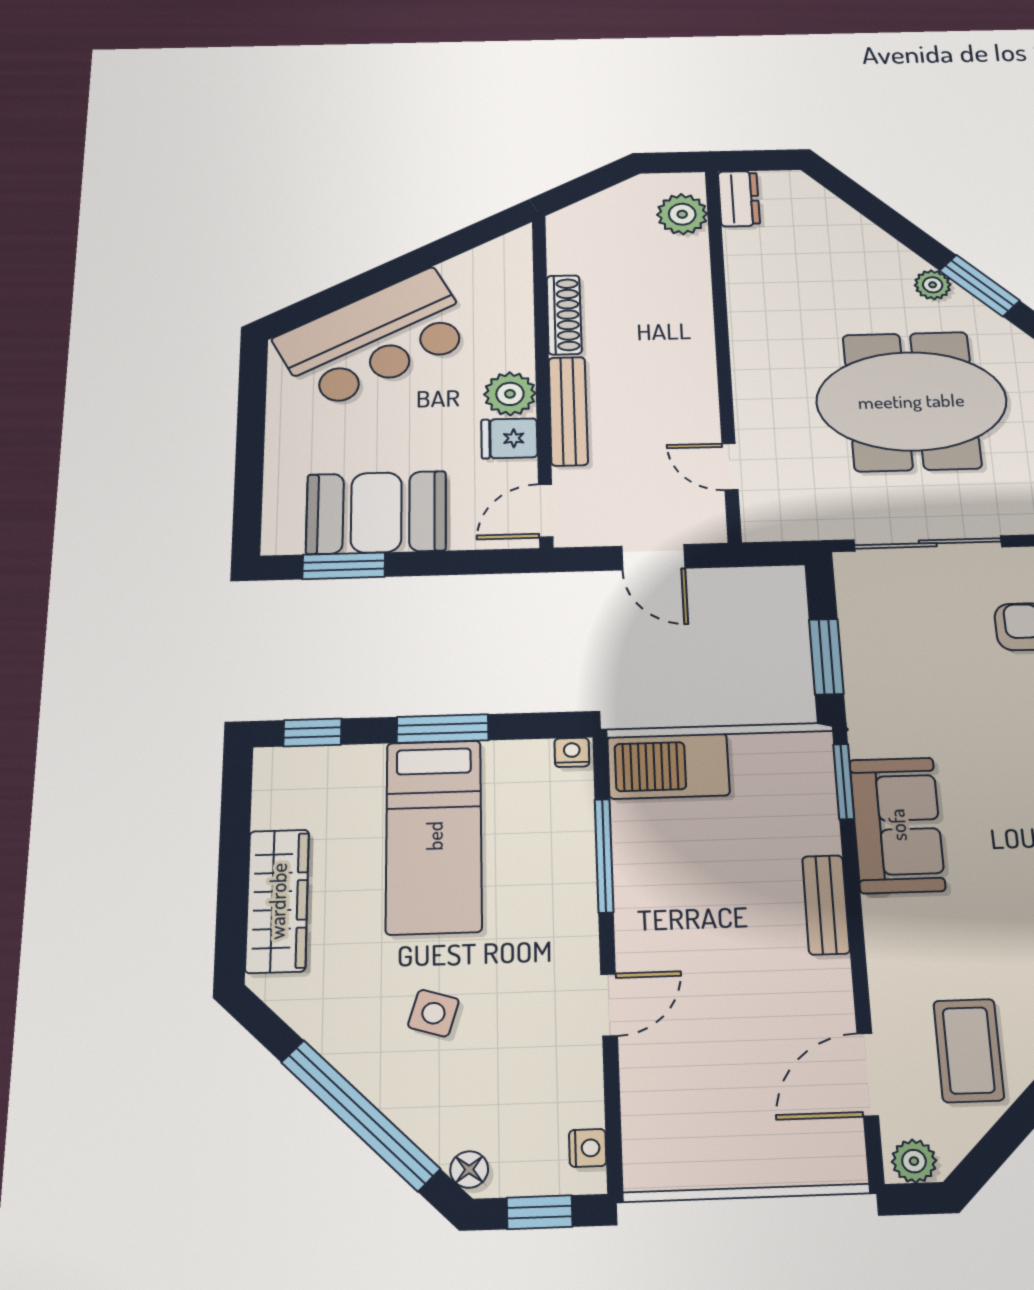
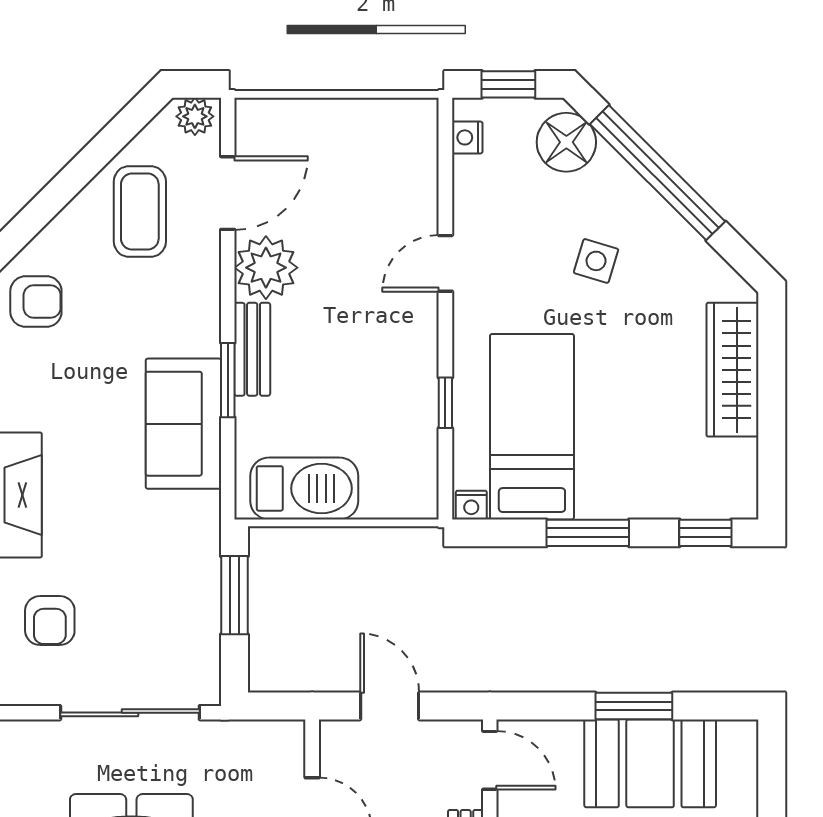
door: (546, 511) -> (490, 760), hinge flipped
window: (344, 566) -> (634, 706), moved
barbecue: (668, 766) -> (304, 488), moved
window: (844, 781) -> (228, 380), moved
bed: (434, 836) -> (532, 427), moved
window: (604, 856) -> (445, 403), width x0.46
plant: (817, 993) -> (266, 268), added
floor lamp: (469, 1169) -> (566, 142), width x1.89, depth x1.89

